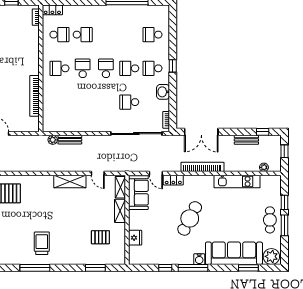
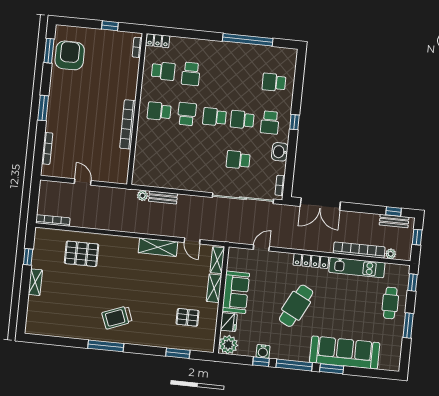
school desk: (83, 35) -> (191, 74), turned 90
school desk: (106, 68) -> (215, 117), turned -90
school desk: (152, 68) -> (270, 122), turned -90
bookcase: (34, 96) -> (128, 124), moved
bench: (246, 140) -> (394, 221), moved
bookcase: (202, 167) -> (359, 250), moved
door: (156, 173) -> (261, 248), swing flipped
locker: (173, 180) -> (311, 261), moved, width x1.53
sofa: (138, 193) -> (236, 292), moved
window: (284, 202) -> (412, 283), moved
cafe table: (270, 220) -> (390, 303), moved
trolley: (42, 243) -> (117, 317), turned -111
plant: (271, 256) -> (228, 345), moved
water cooler: (199, 259) -> (263, 351), moved
window: (248, 268) -> (332, 369), moved

